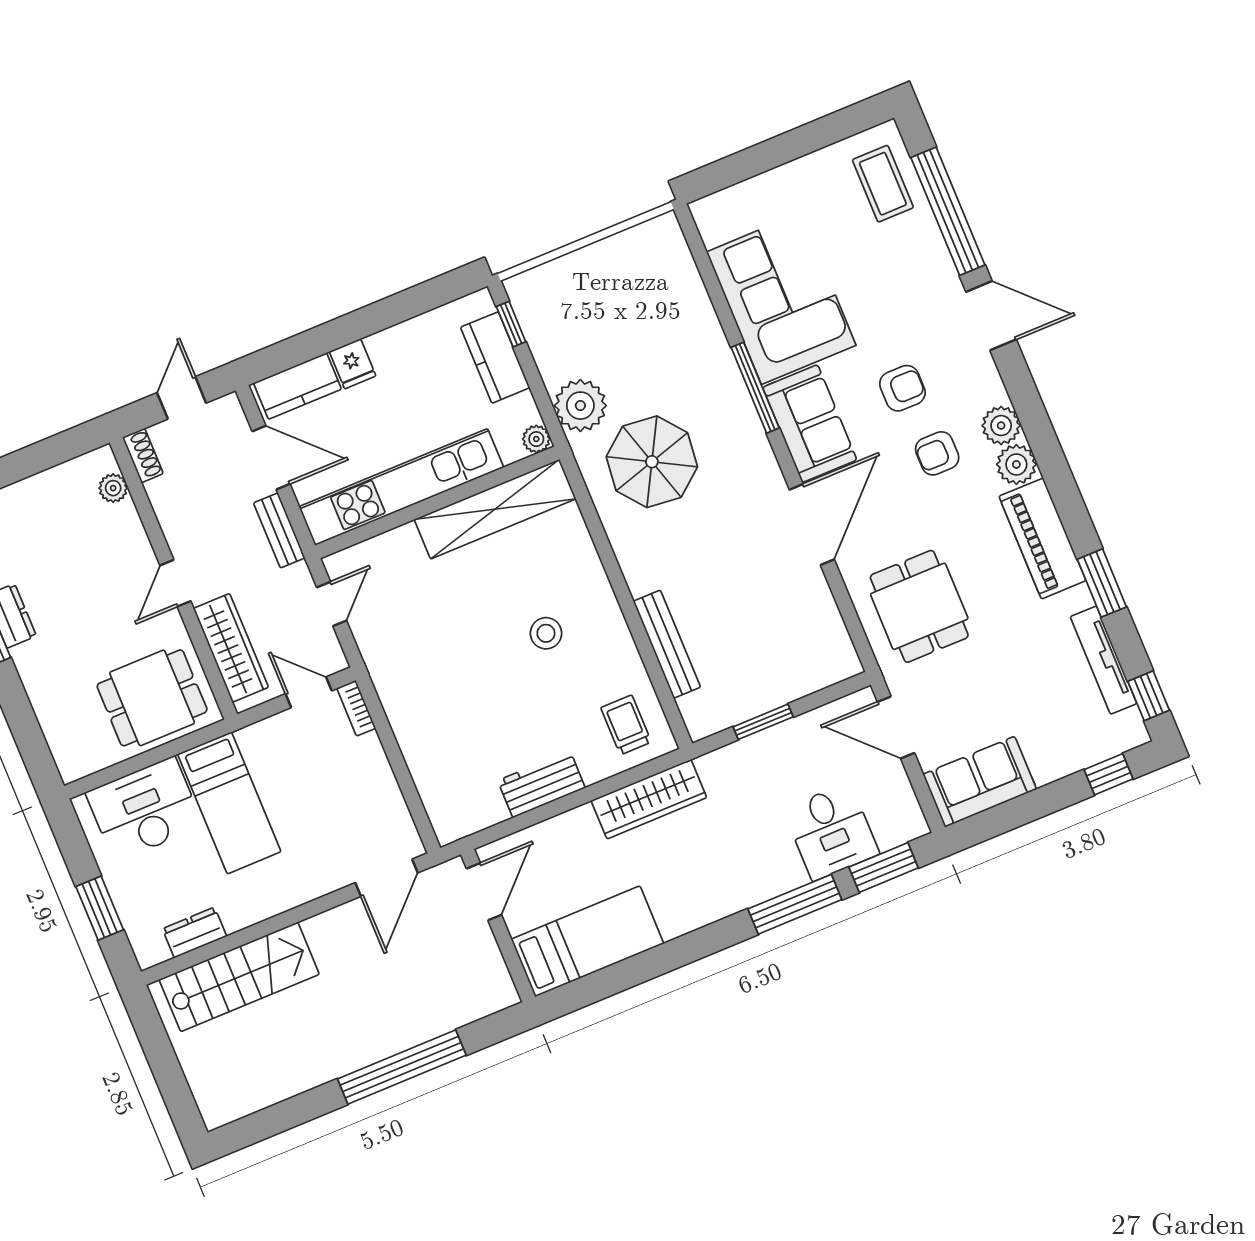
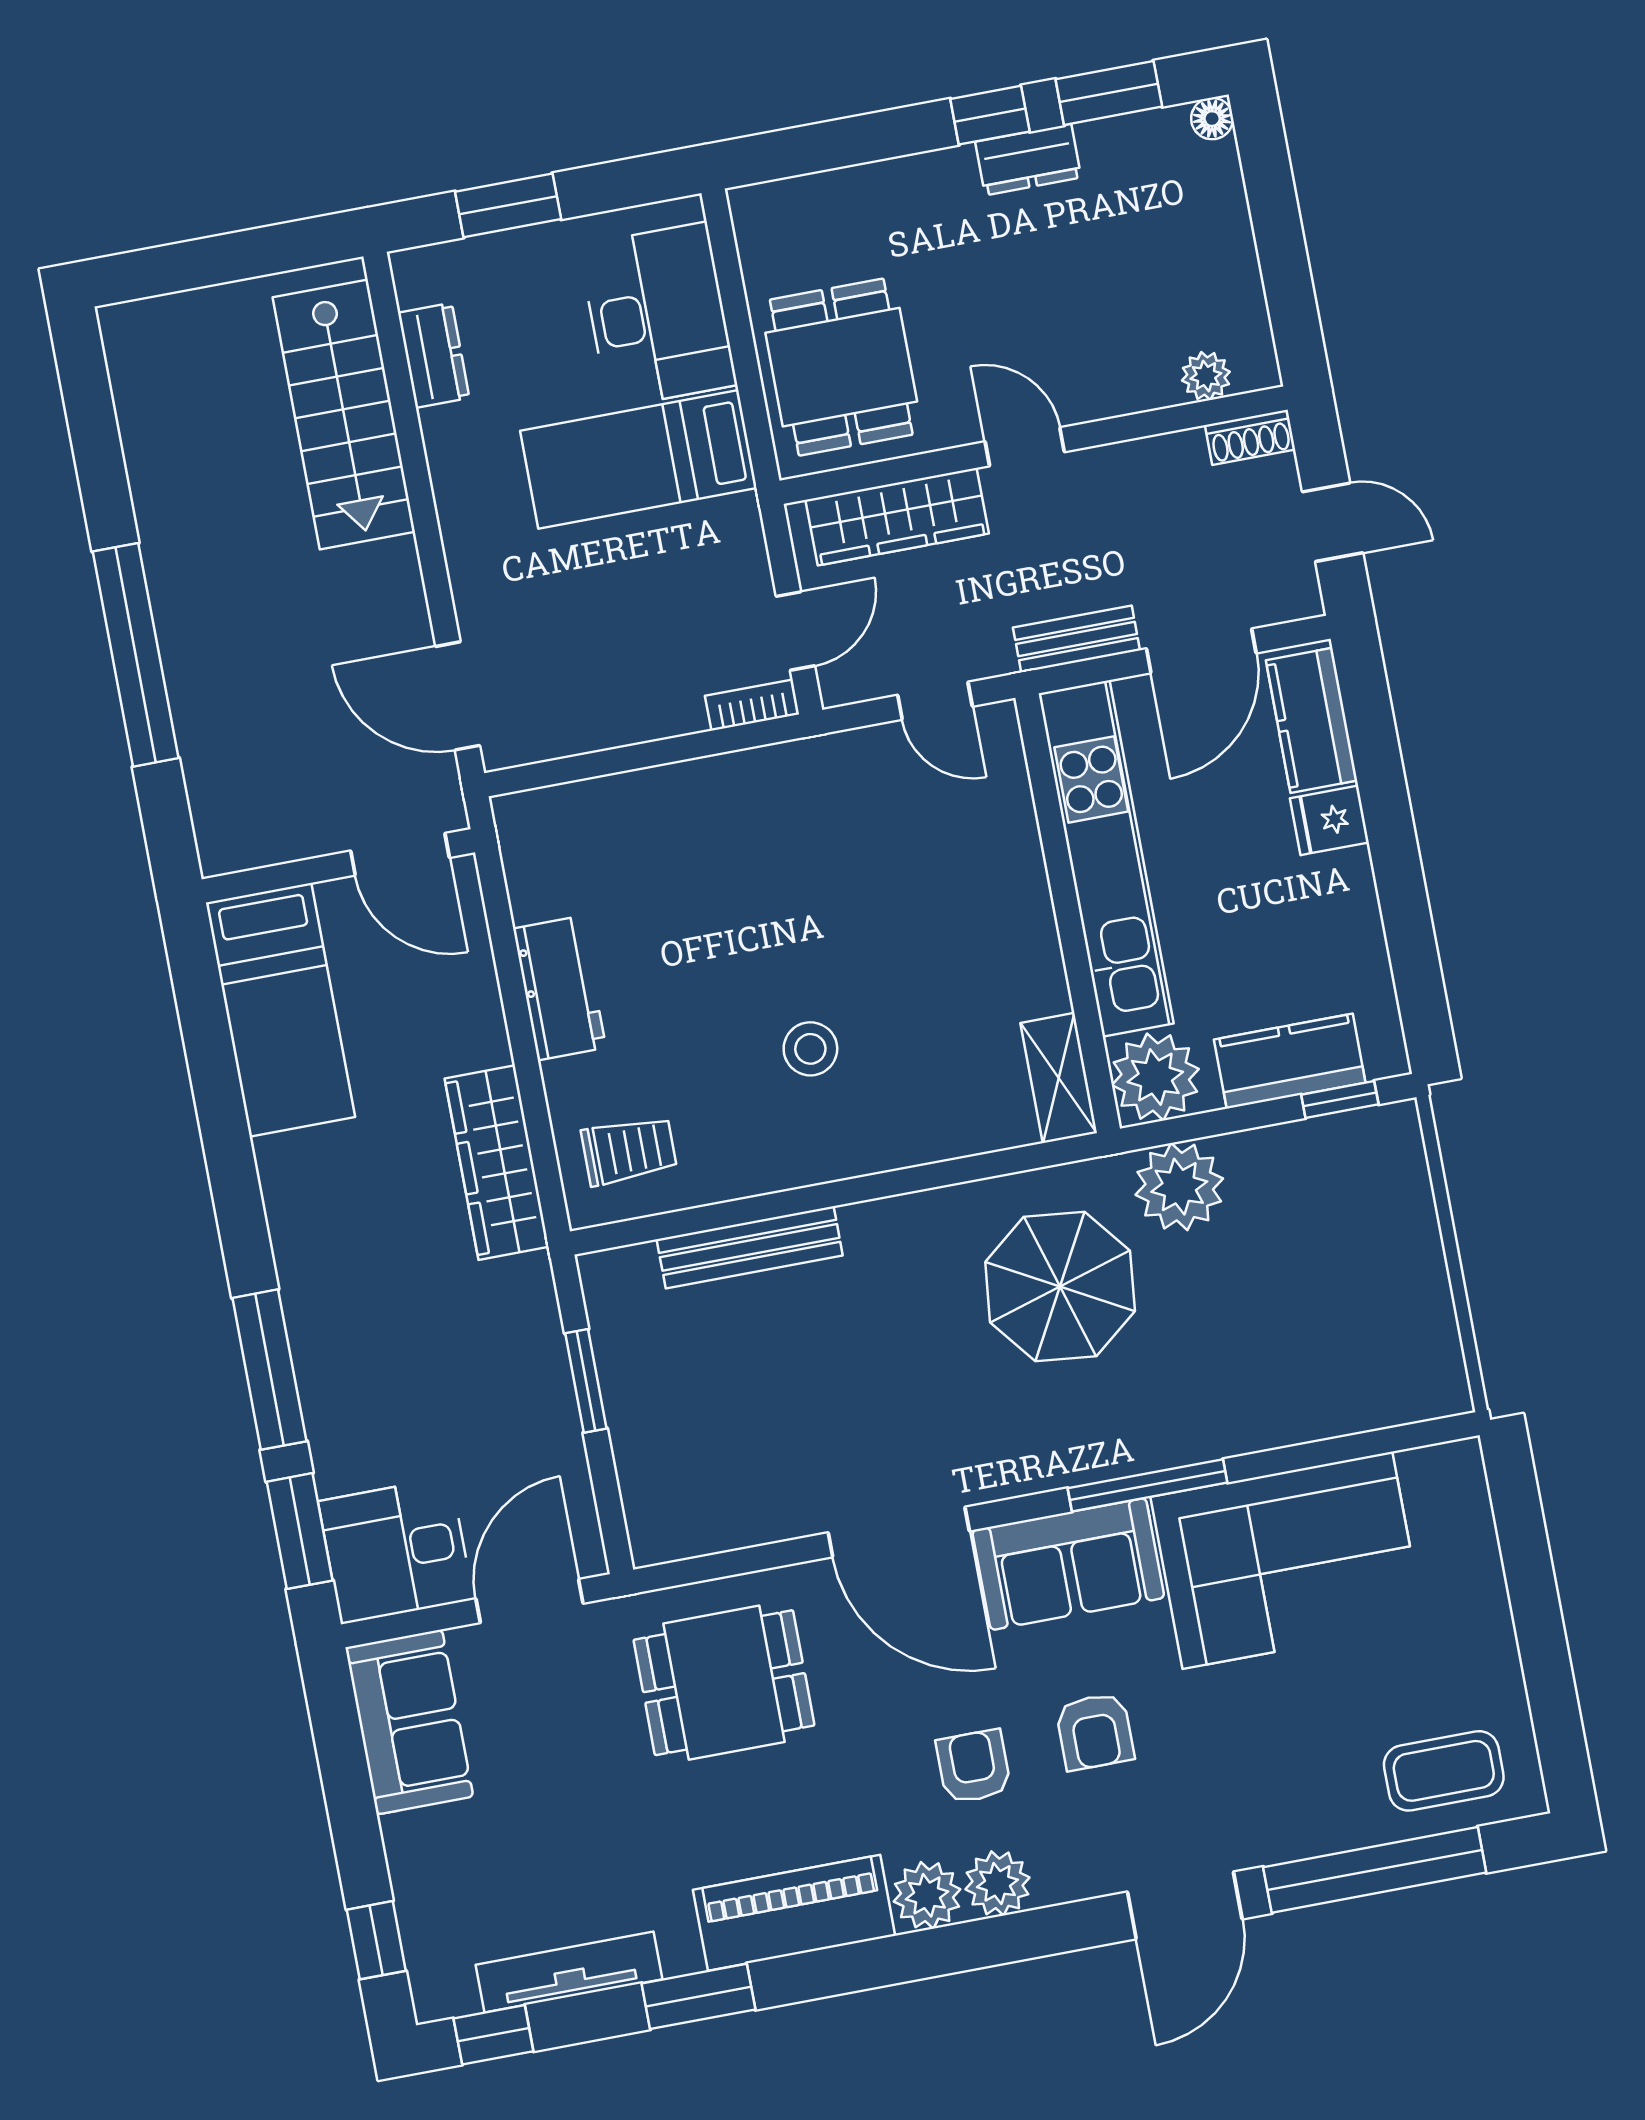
plant: (536, 439) -> (1155, 1077), width x1.87, depth x1.87
shelving: (495, 509) -> (1059, 1078), width x0.45, depth x0.75
desk: (831, 832) -> (396, 1550), moved

